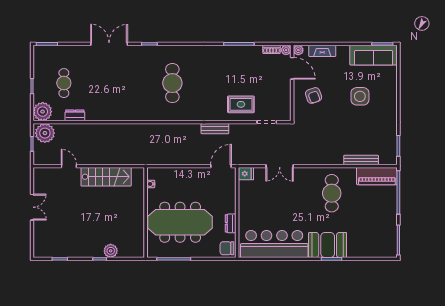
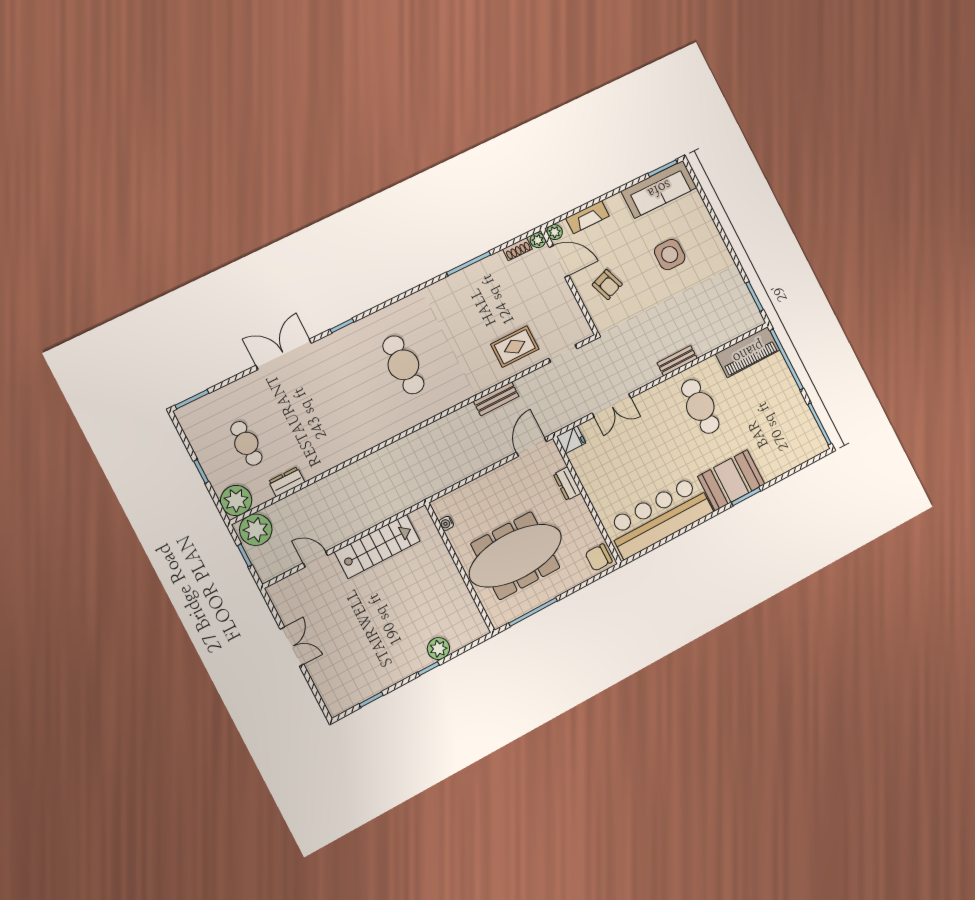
bench: (361, 160) -> (677, 361), moved, width x0.73
dresser: (231, 223) -> (567, 484), moved

